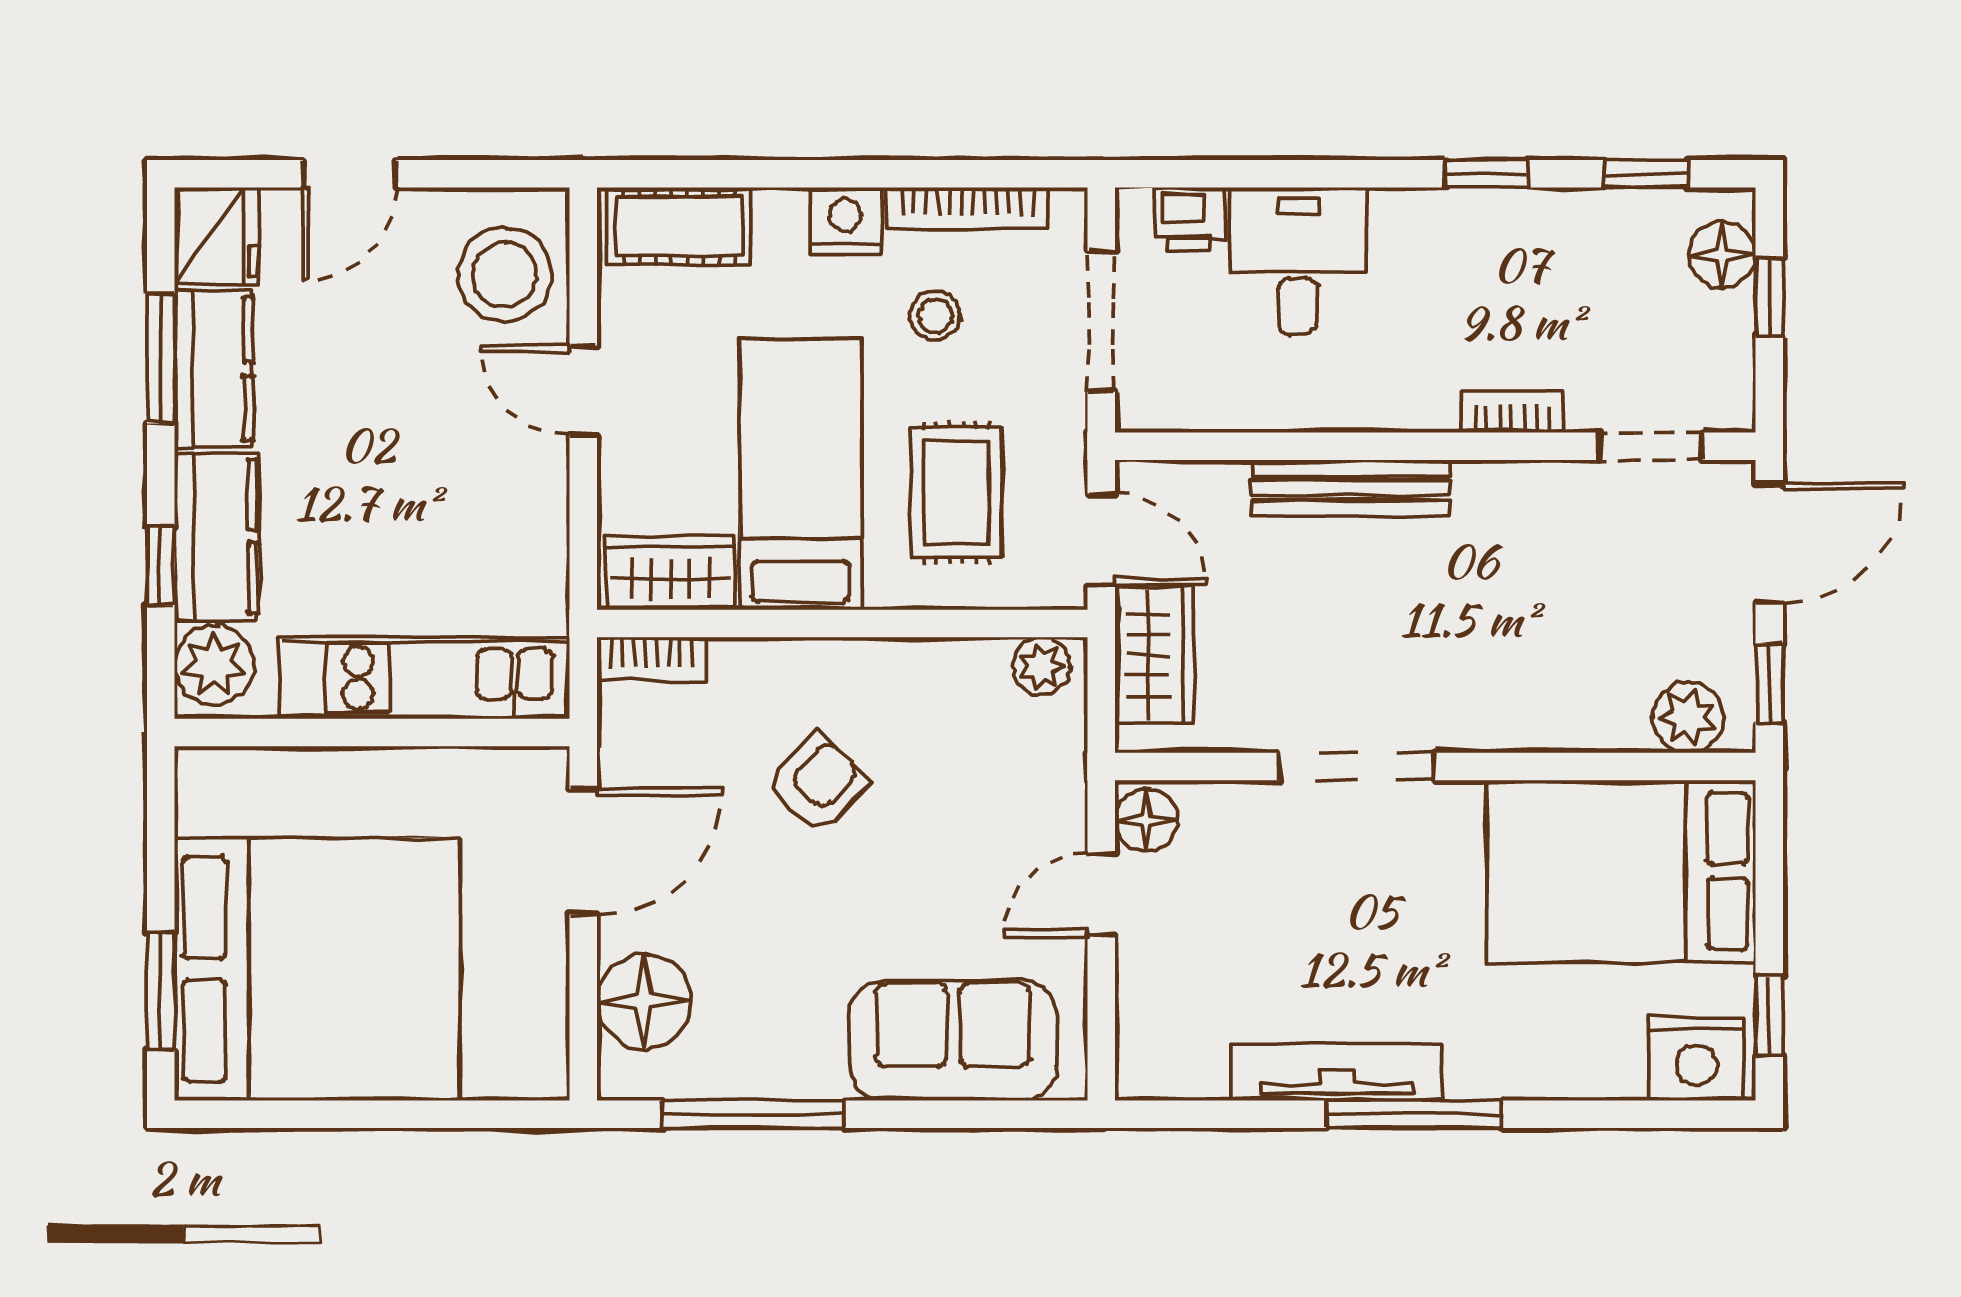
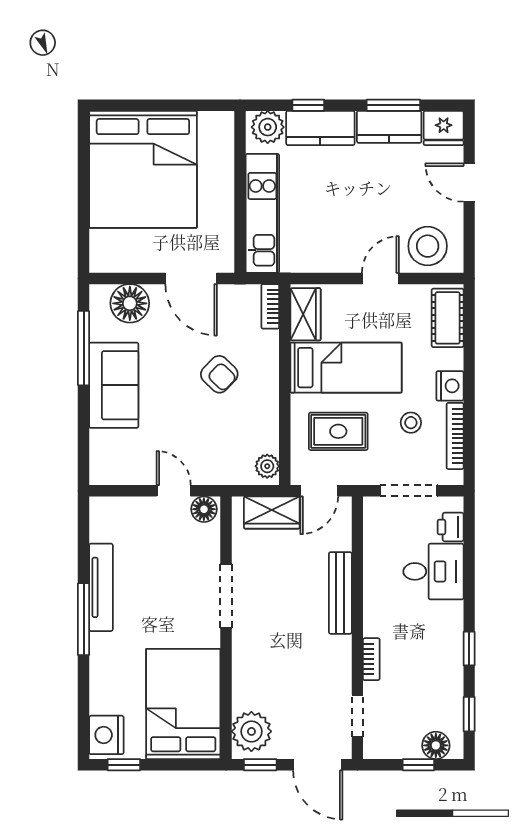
plant: (1688, 717) -> (251, 731), width x1.36, depth x1.36
window: (161, 991) -> (134, 105), removed
sofa: (953, 1040) -> (114, 385), moved

